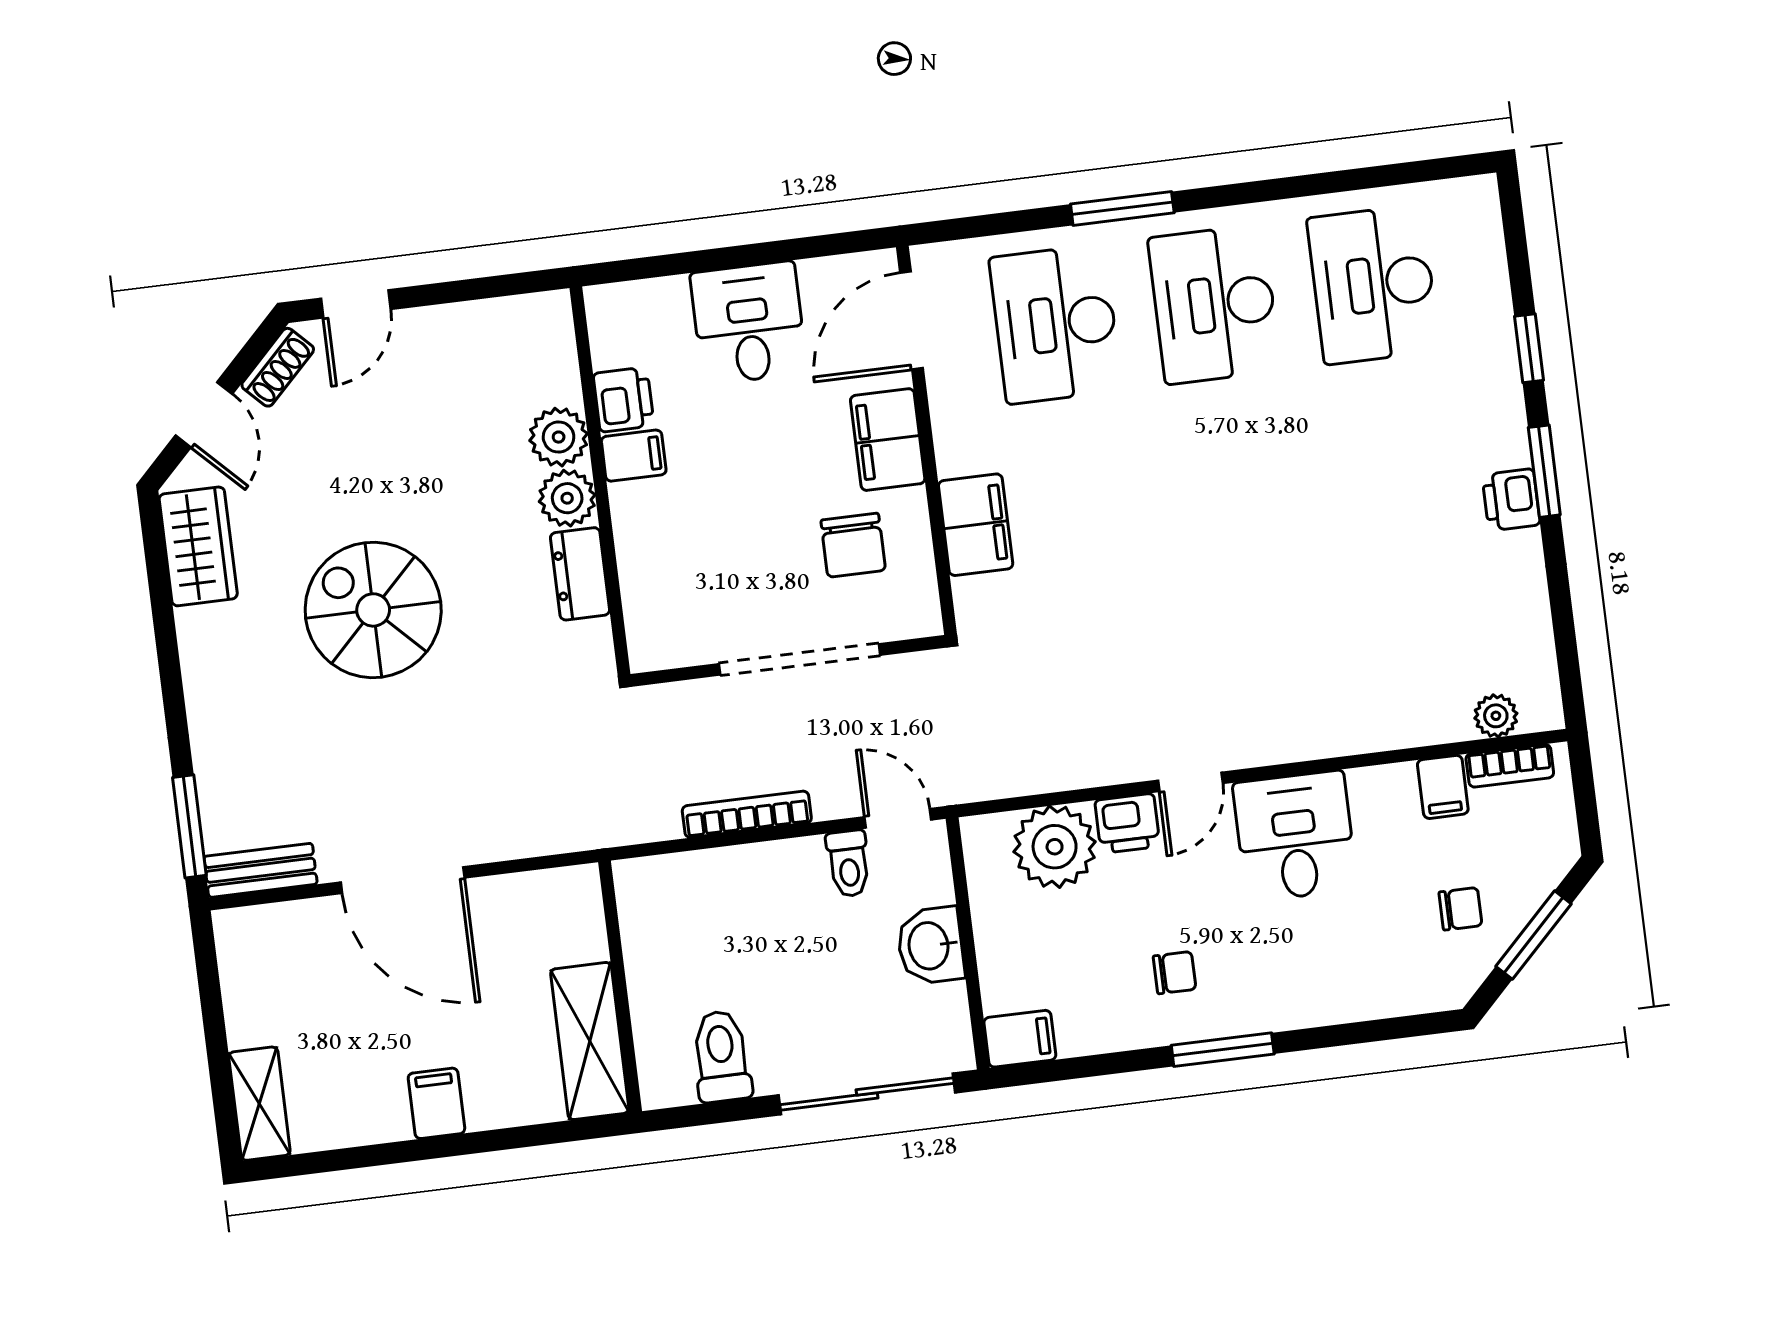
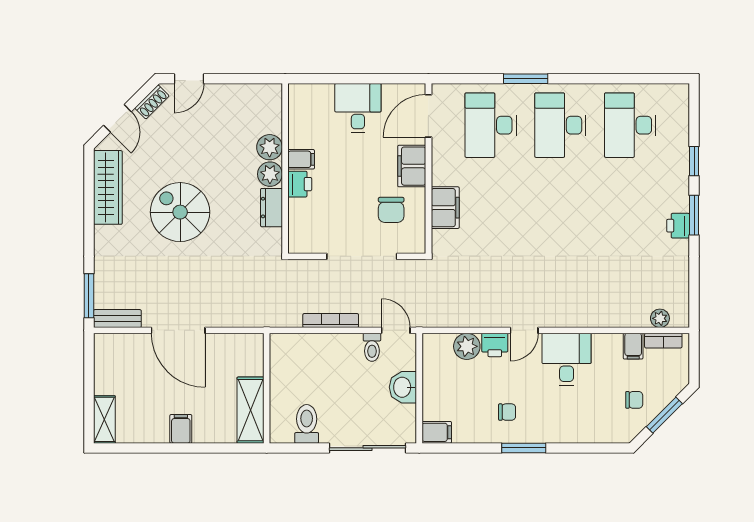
printer: (624, 400) -> (300, 184), moved
wardrobe: (198, 546) -> (108, 187), width x1.50
plant: (1055, 847) -> (467, 346), width x0.73, depth x0.73

